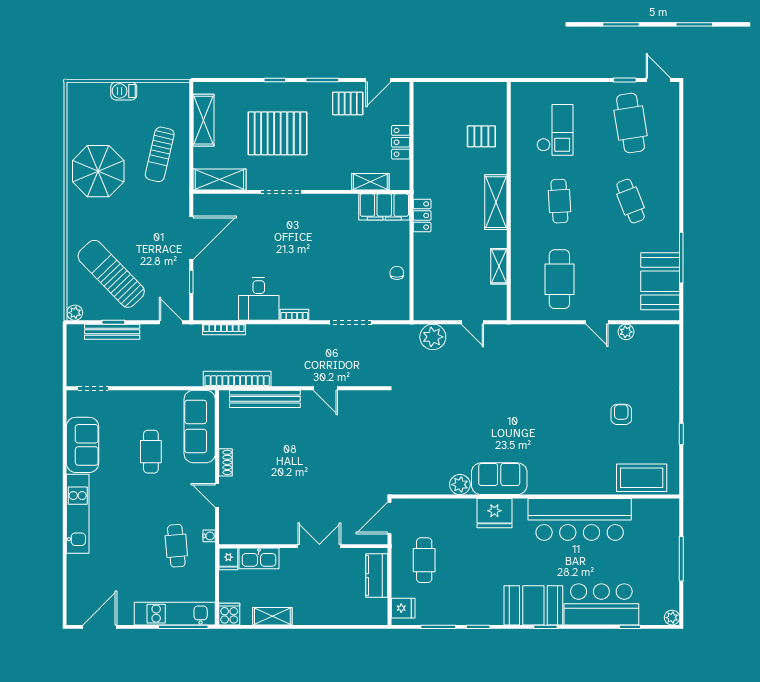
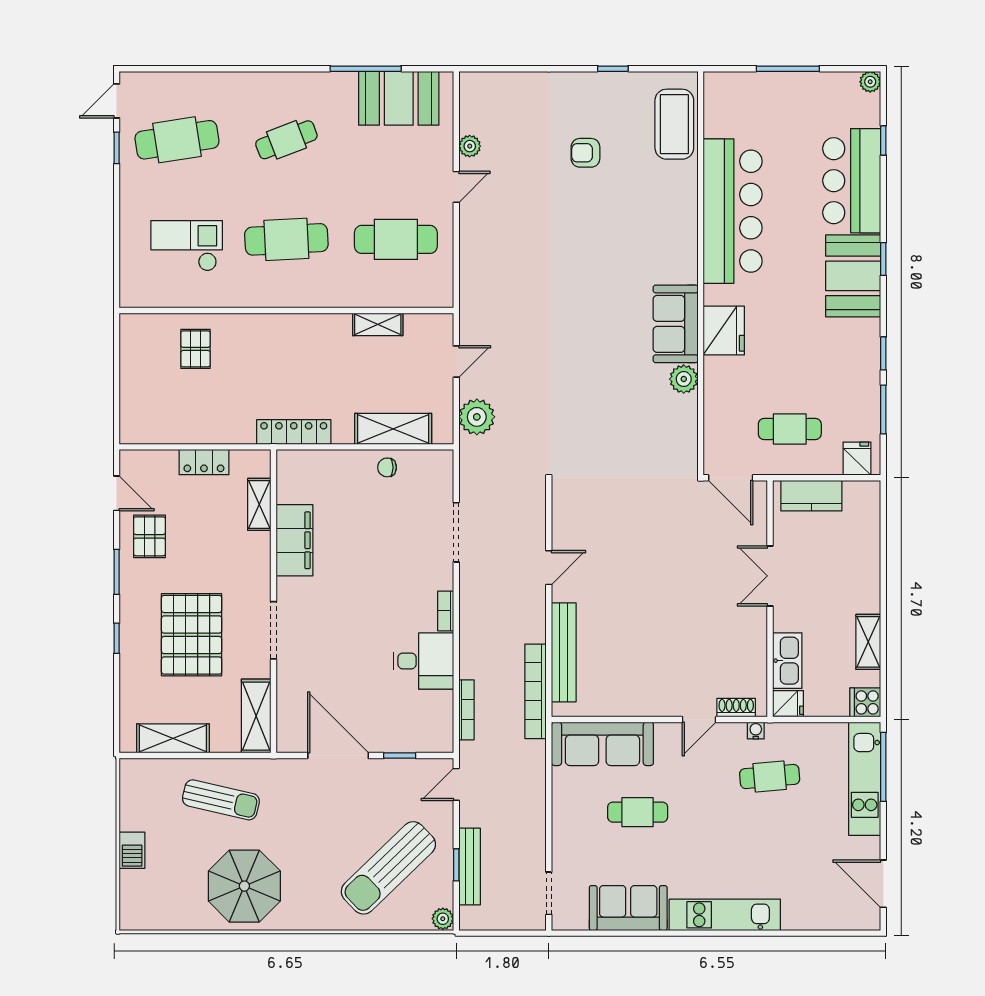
cafe table: (559, 201) -> (286, 239), width x1.37, depth x1.35
shelving: (496, 202) -> (393, 429), moved
filing cabinet: (384, 207) -> (295, 540), moved
locker: (422, 215) -> (294, 432), width x1.53
shoe rack: (225, 462) -> (736, 708), moved

